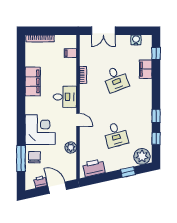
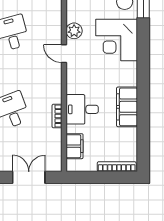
filing cabinet: (70, 53) -> (75, 146), width x2.00
desk: (65, 97) -> (82, 109), moved
plant: (71, 147) -> (74, 31), moved

